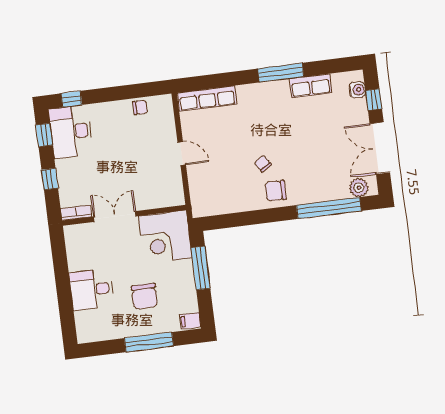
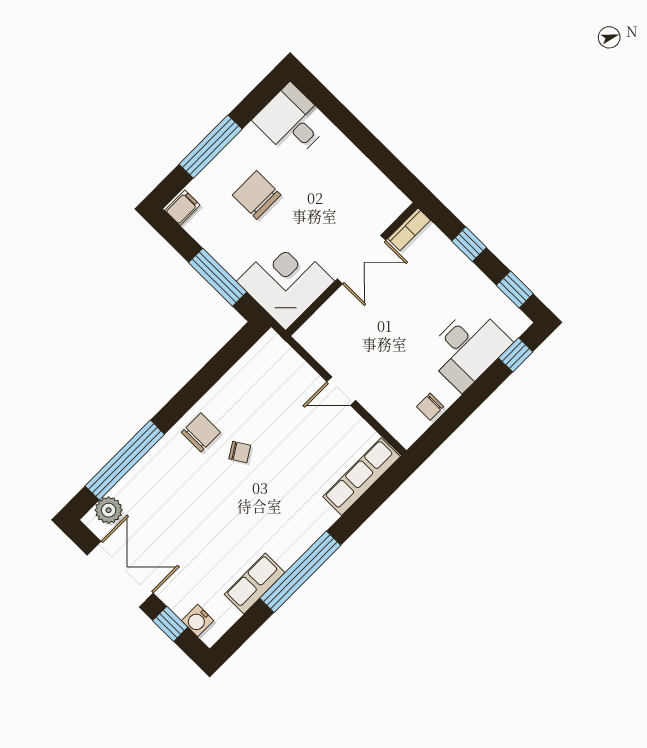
window: (281, 73) -> (300, 572), width x1.46
desk: (71, 132) -> (468, 348), moved, turned 90
desk: (92, 290) -> (292, 122), moved, turned -90

